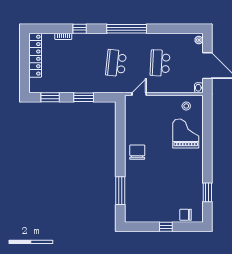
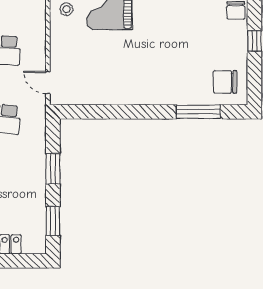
chair: (137, 152) -> (225, 82), moved

